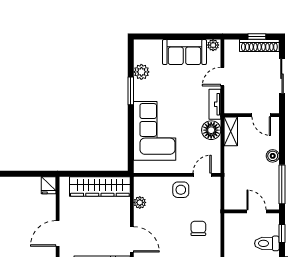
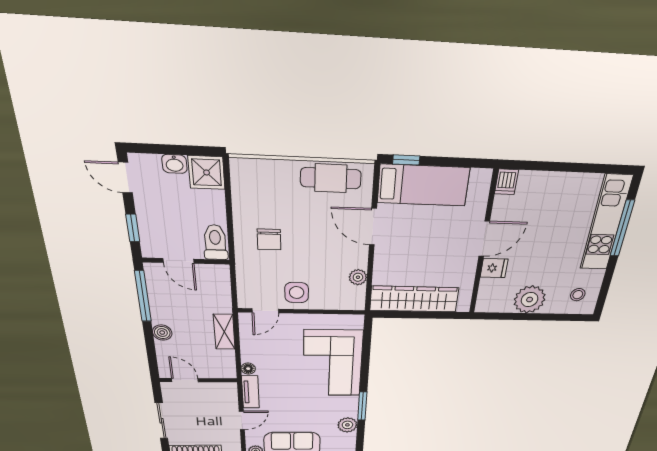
floor lamp: (211, 130) -> (248, 369), width x0.53, depth x0.53
shelving: (231, 131) -> (224, 332), moved
fridge: (49, 185) -> (494, 268), moved, turned 90
plant: (17, 188) -> (530, 300), added
toilet: (267, 243) -> (215, 242), moved, turned -90

